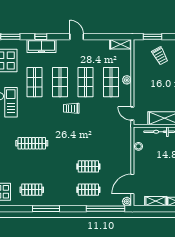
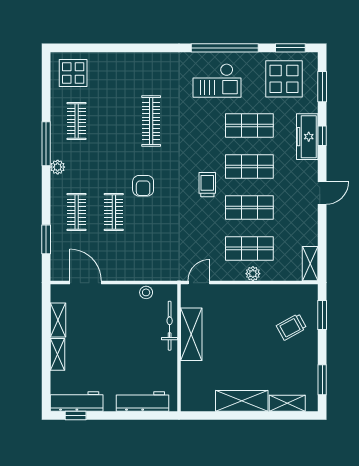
armchair: (72, 148) -> (143, 186), added
plant: (127, 201) -> (58, 167), moved
window: (105, 209) -> (46, 239), width x0.47

